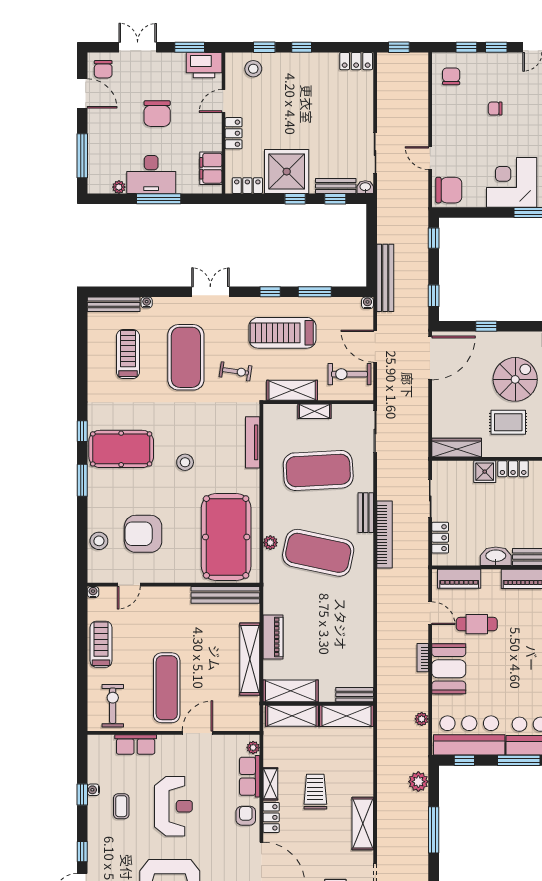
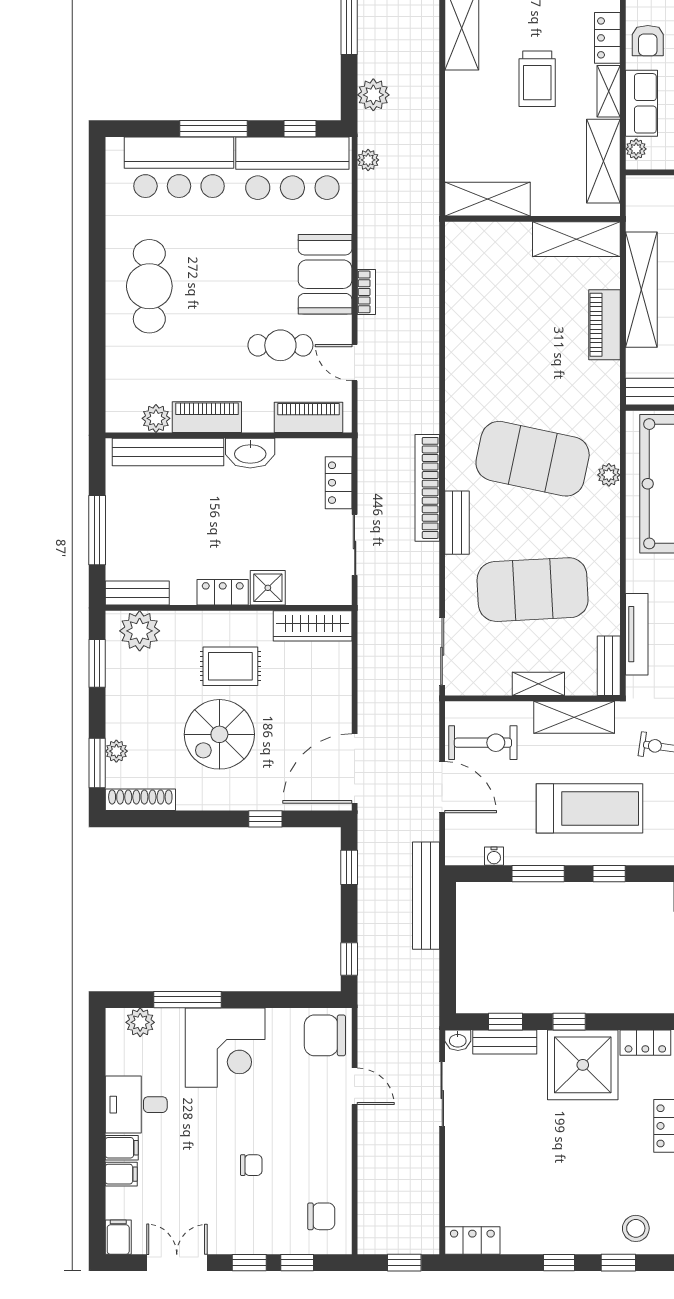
chair: (451, 76) -> (321, 1216), turned -90
water cooler: (367, 303) -> (494, 856), moved
bench: (355, 695) -> (609, 666), moved, turned 90
shelving: (292, 716) -> (603, 161), moved, turned 90
plant: (422, 719) -> (368, 160), moved

